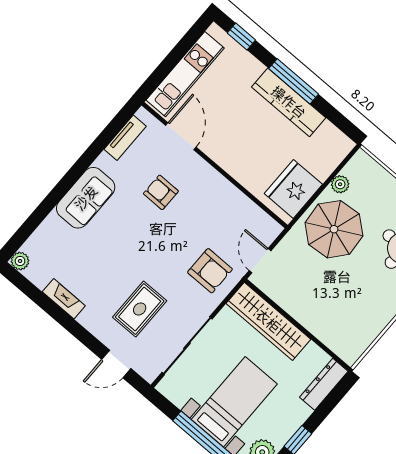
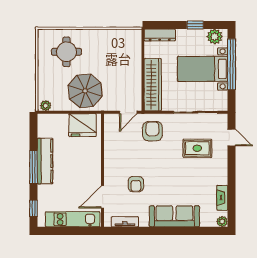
plant: (340, 184) -> (46, 106), moved
sofa: (86, 198) -> (174, 216), width x1.36
fireplace: (64, 299) -> (222, 198), moved

